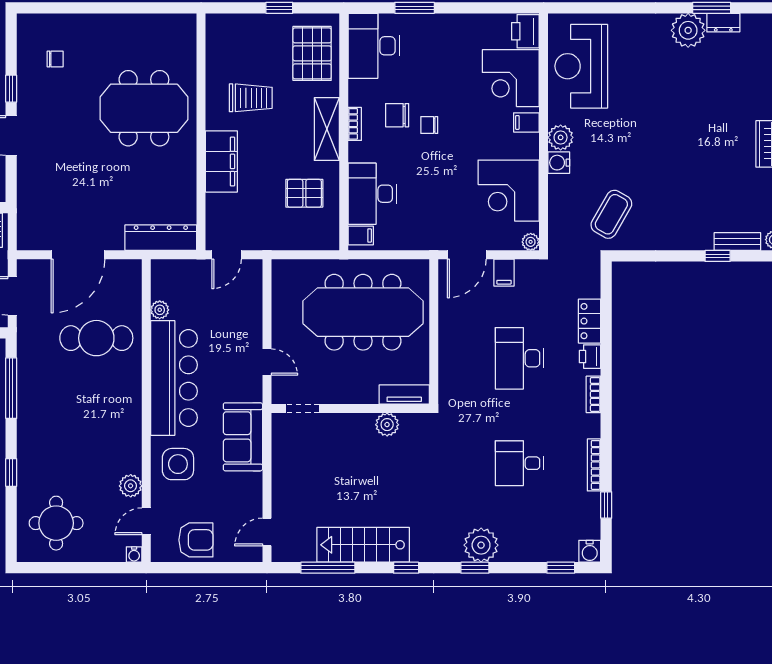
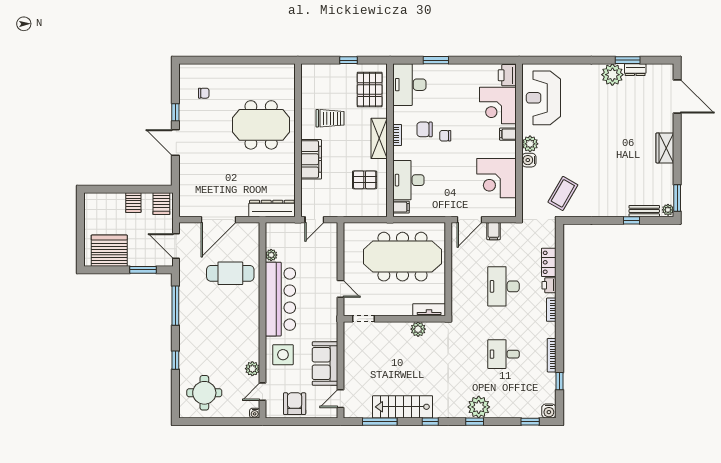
plant: (531, 242) -> (511, 211), removed
sofa: (243, 437) -> (325, 364), moved
armchair: (196, 540) -> (295, 404), turned -90

